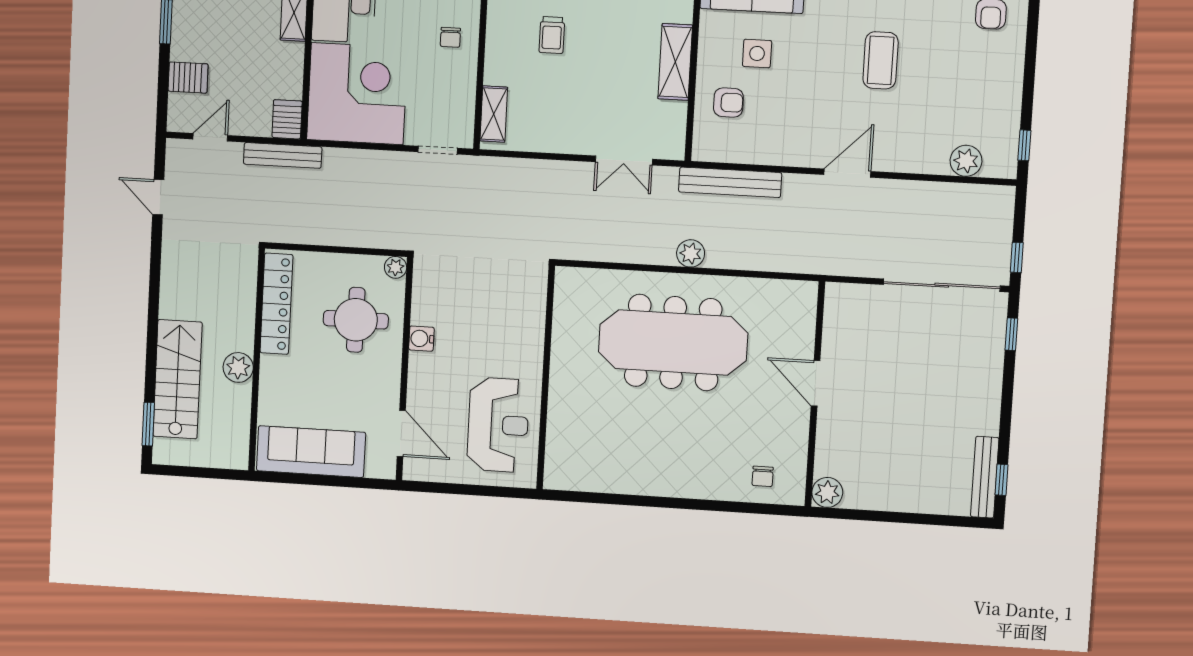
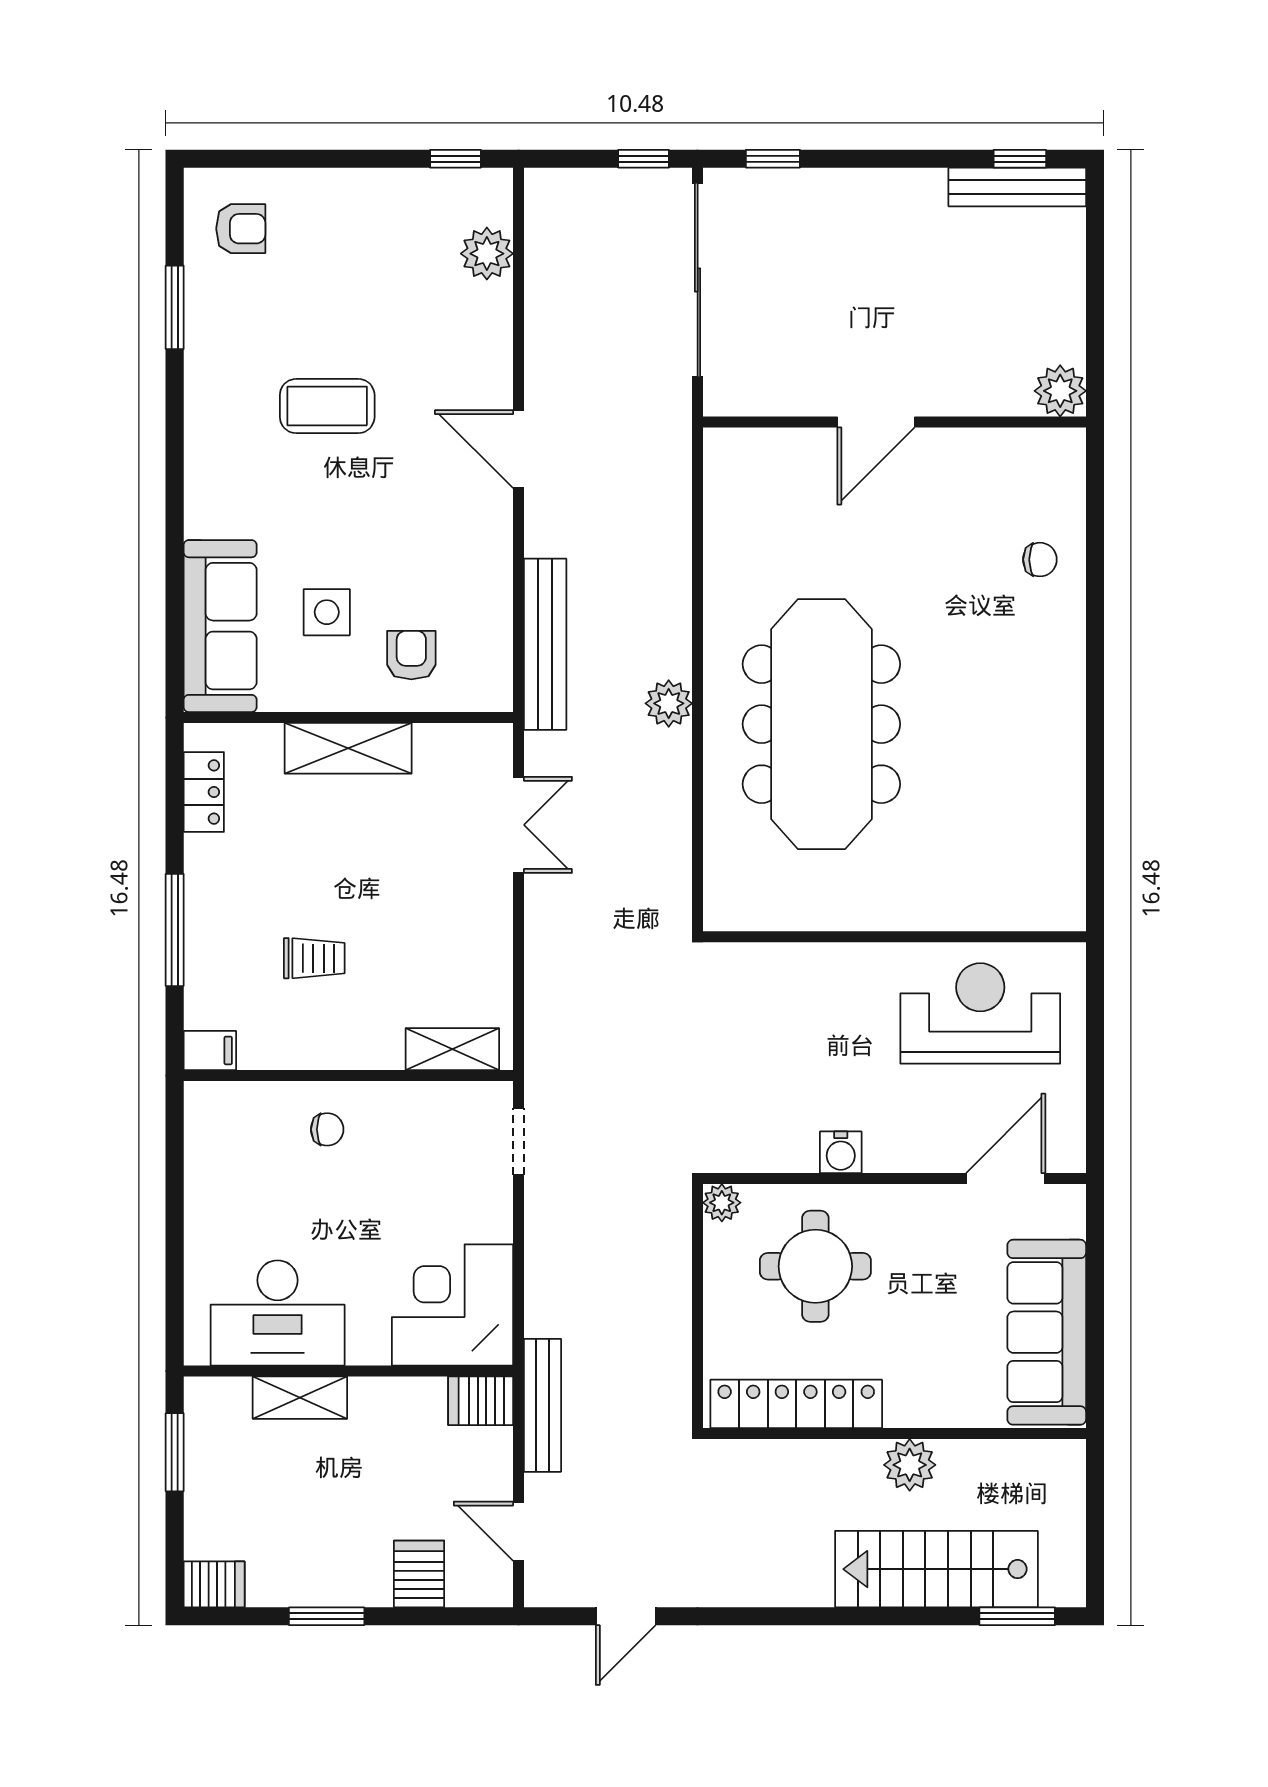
corner desk: (357, 94) -> (452, 1305), width x0.74, depth x0.74
door: (816, 383) -> (876, 422), moved
wall: (815, 394) -> (894, 422), moved
plant: (827, 492) -> (1060, 391), moved

